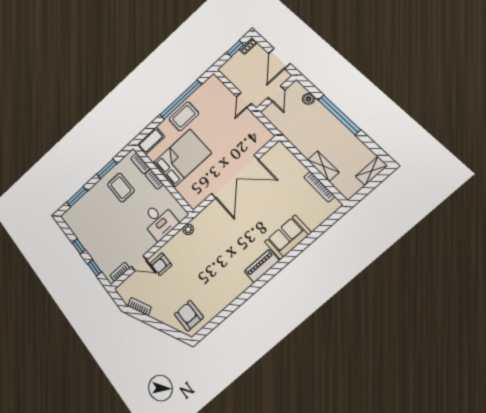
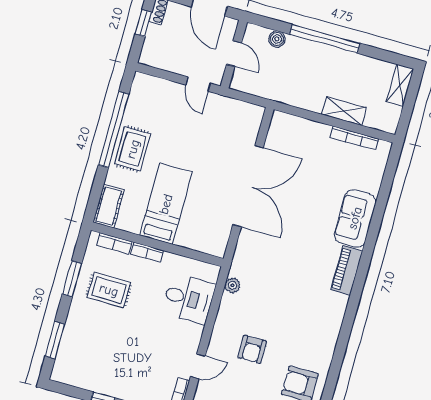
bed: (182, 158) -> (166, 204), width x0.67
armchair: (161, 264) -> (252, 349), moved

